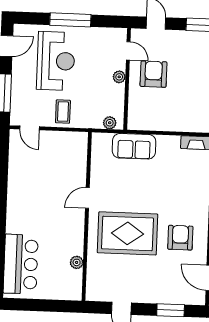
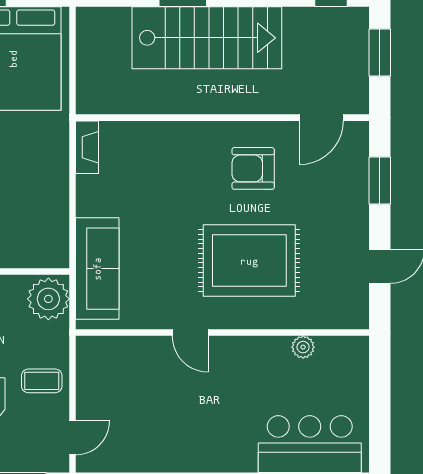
plant: (110, 123) -> (48, 299), width x1.88, depth x1.88
sofa: (134, 146) -> (97, 269), width x1.36
rug: (128, 233) -> (249, 261), turned 90

